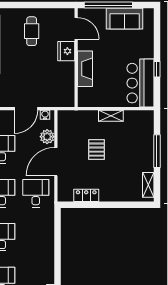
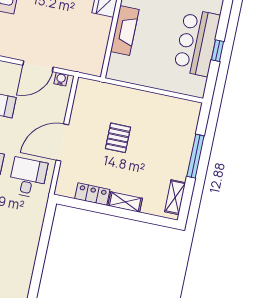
bar counter: (140, 83) -> (197, 42), moved
shelving: (111, 116) -> (125, 202), moved
plant: (47, 137) -> (58, 108), removed

